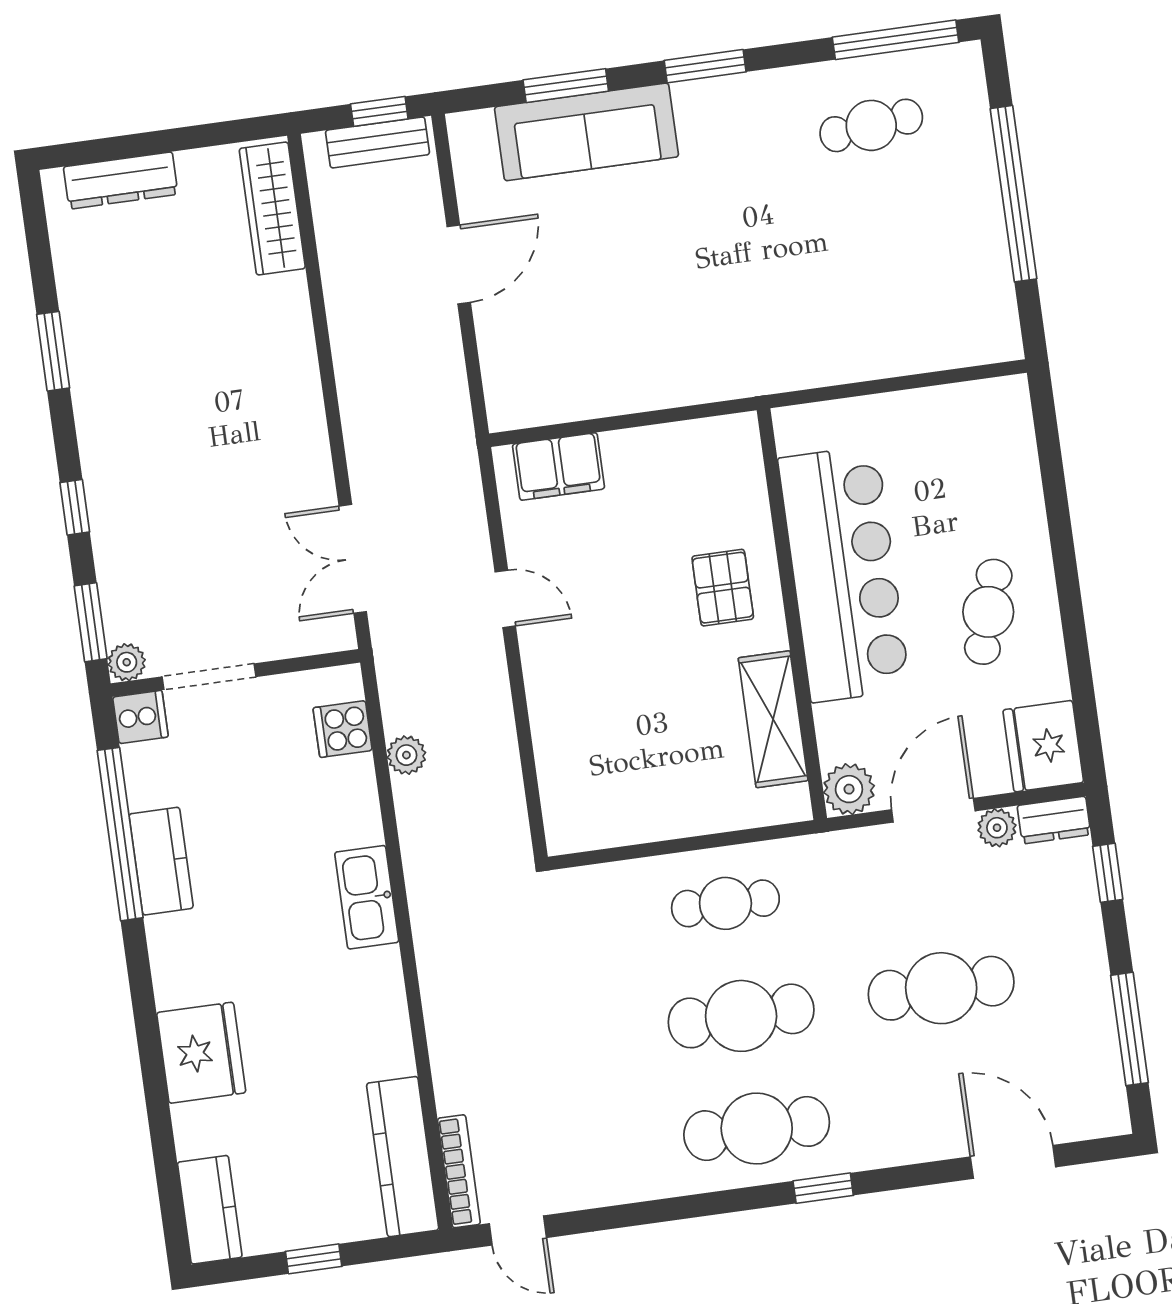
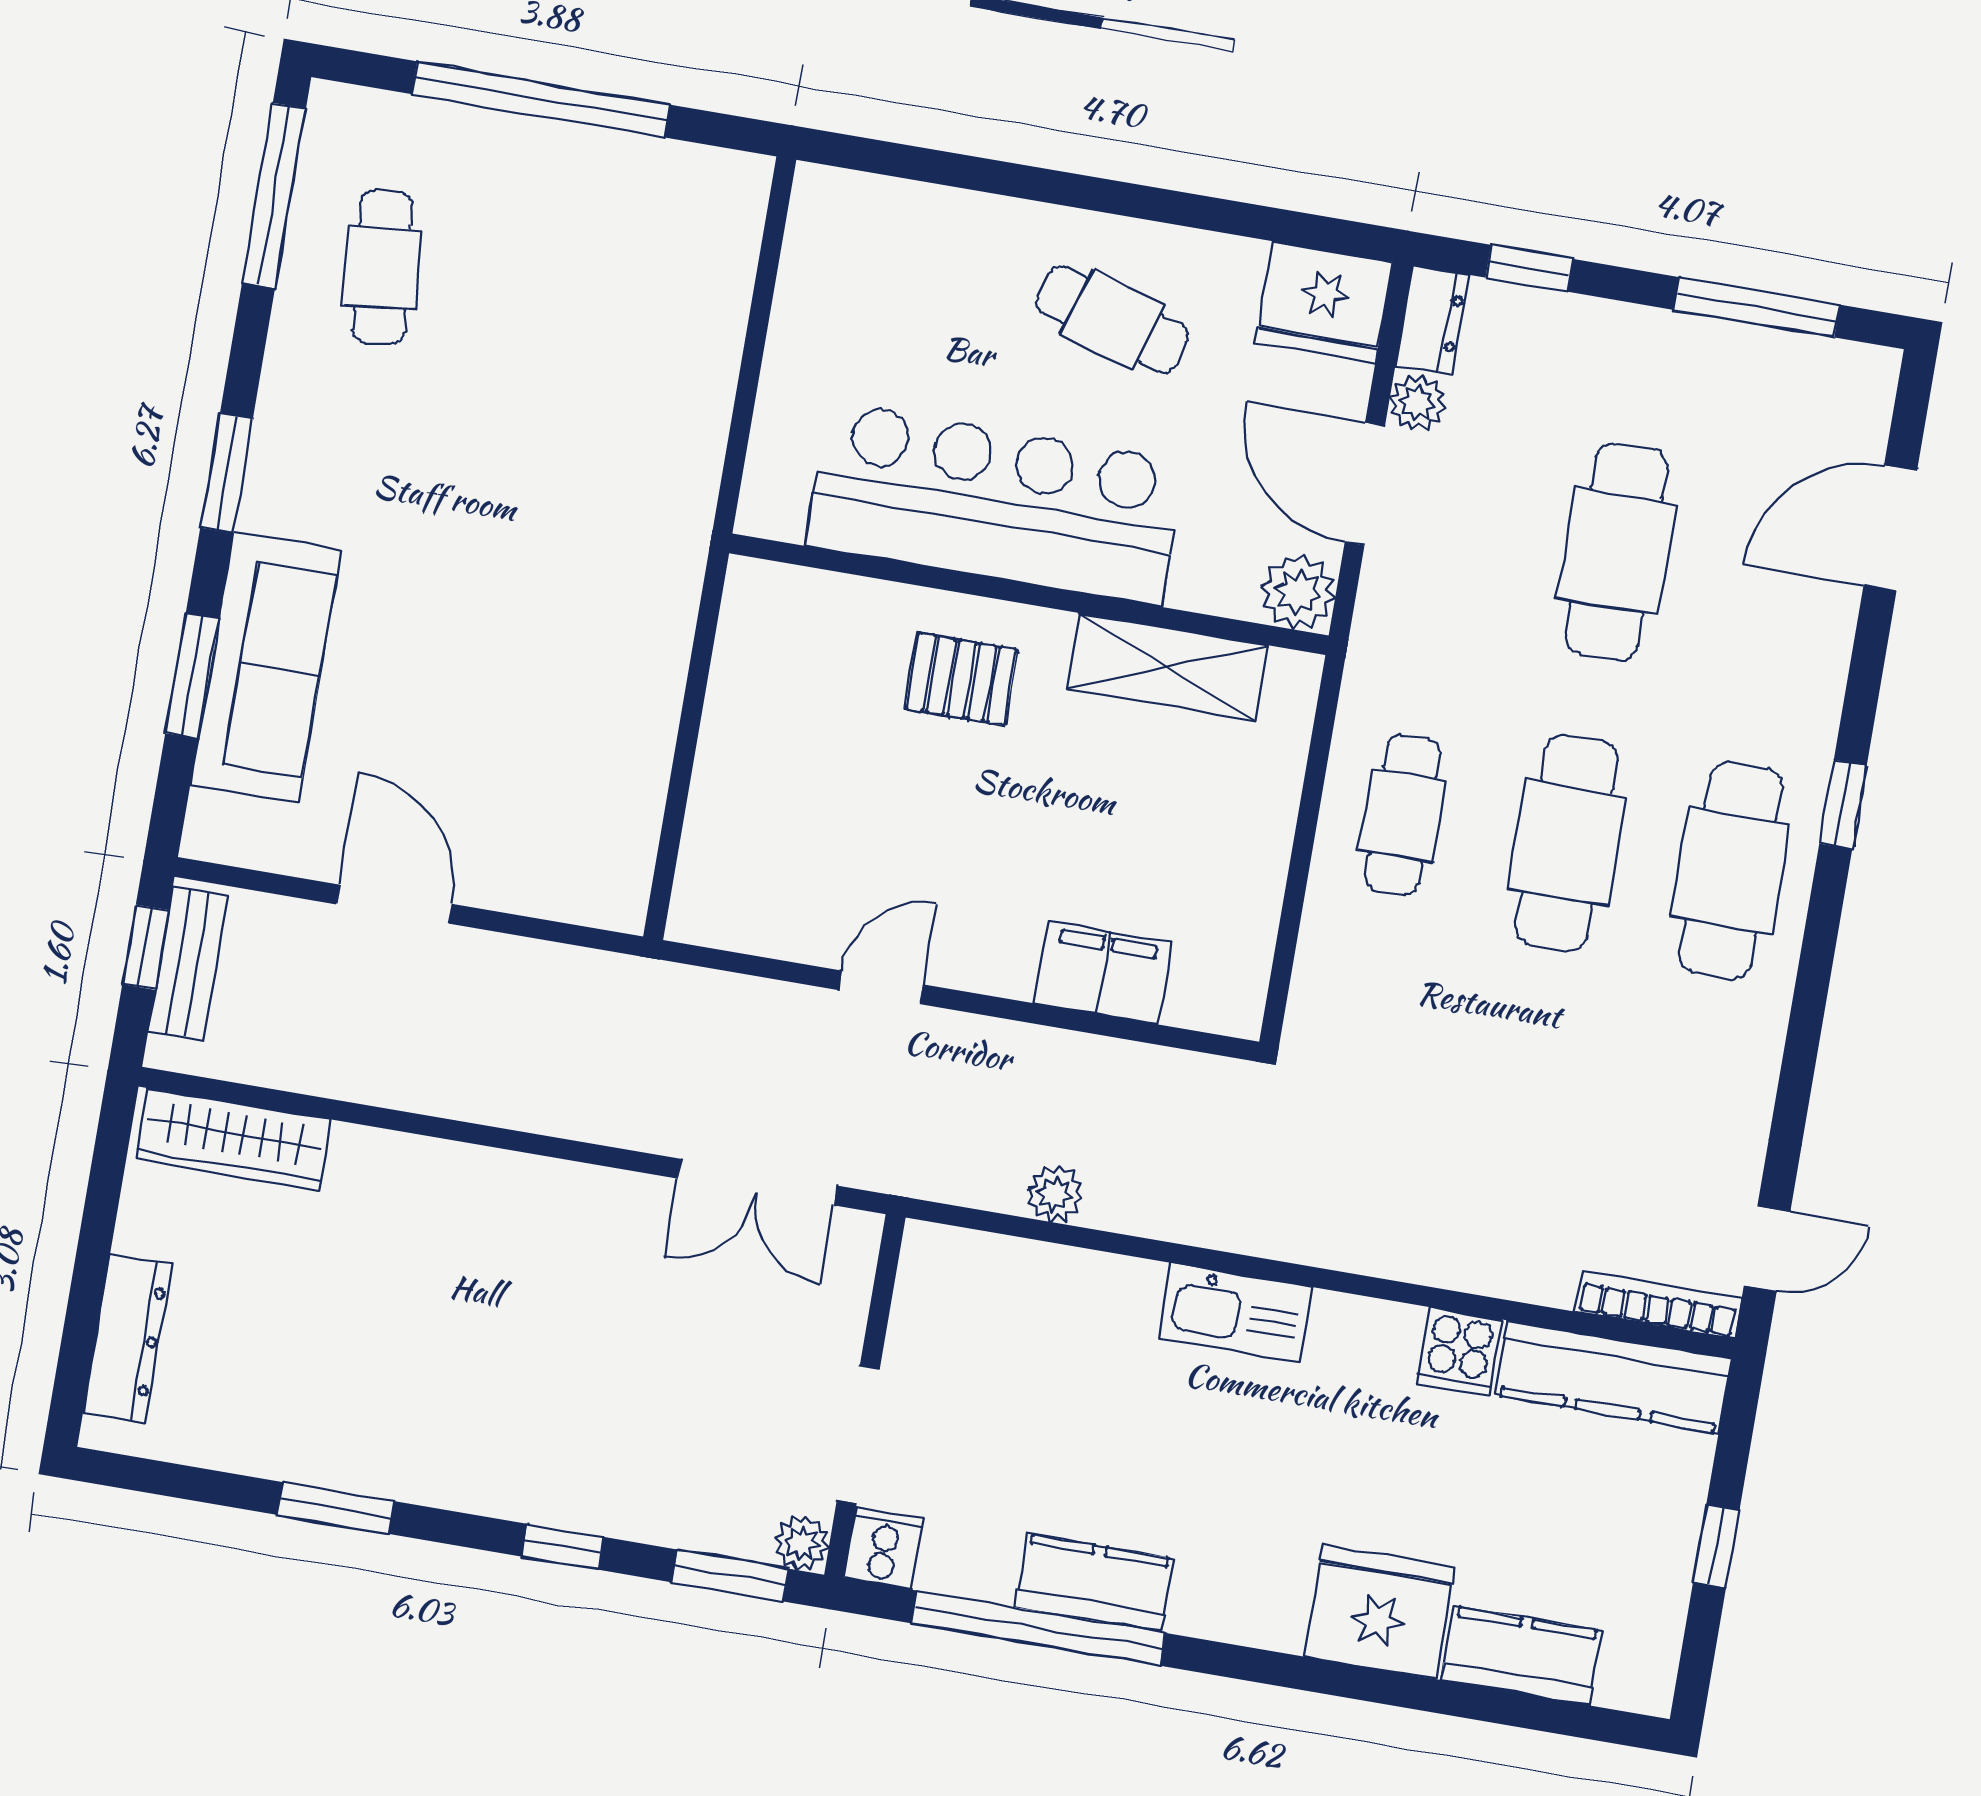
filing cabinet: (559, 466) -> (1103, 973), moved, turned -90
cooker: (343, 729) -> (1459, 1352), moved
kitchen counter: (210, 1210) -> (1522, 1656), moved

